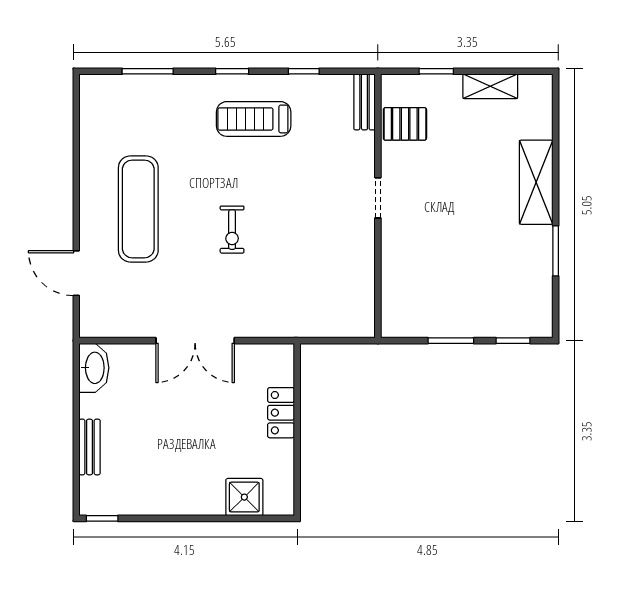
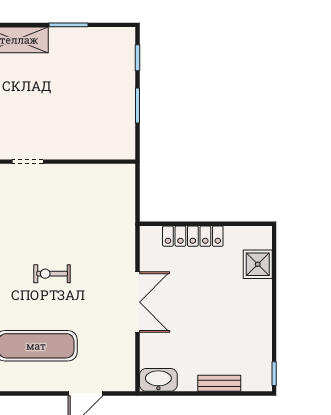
exercise bike: (232, 230) -> (52, 274), turned 180
locker: (281, 413) -> (193, 236), width x1.53

